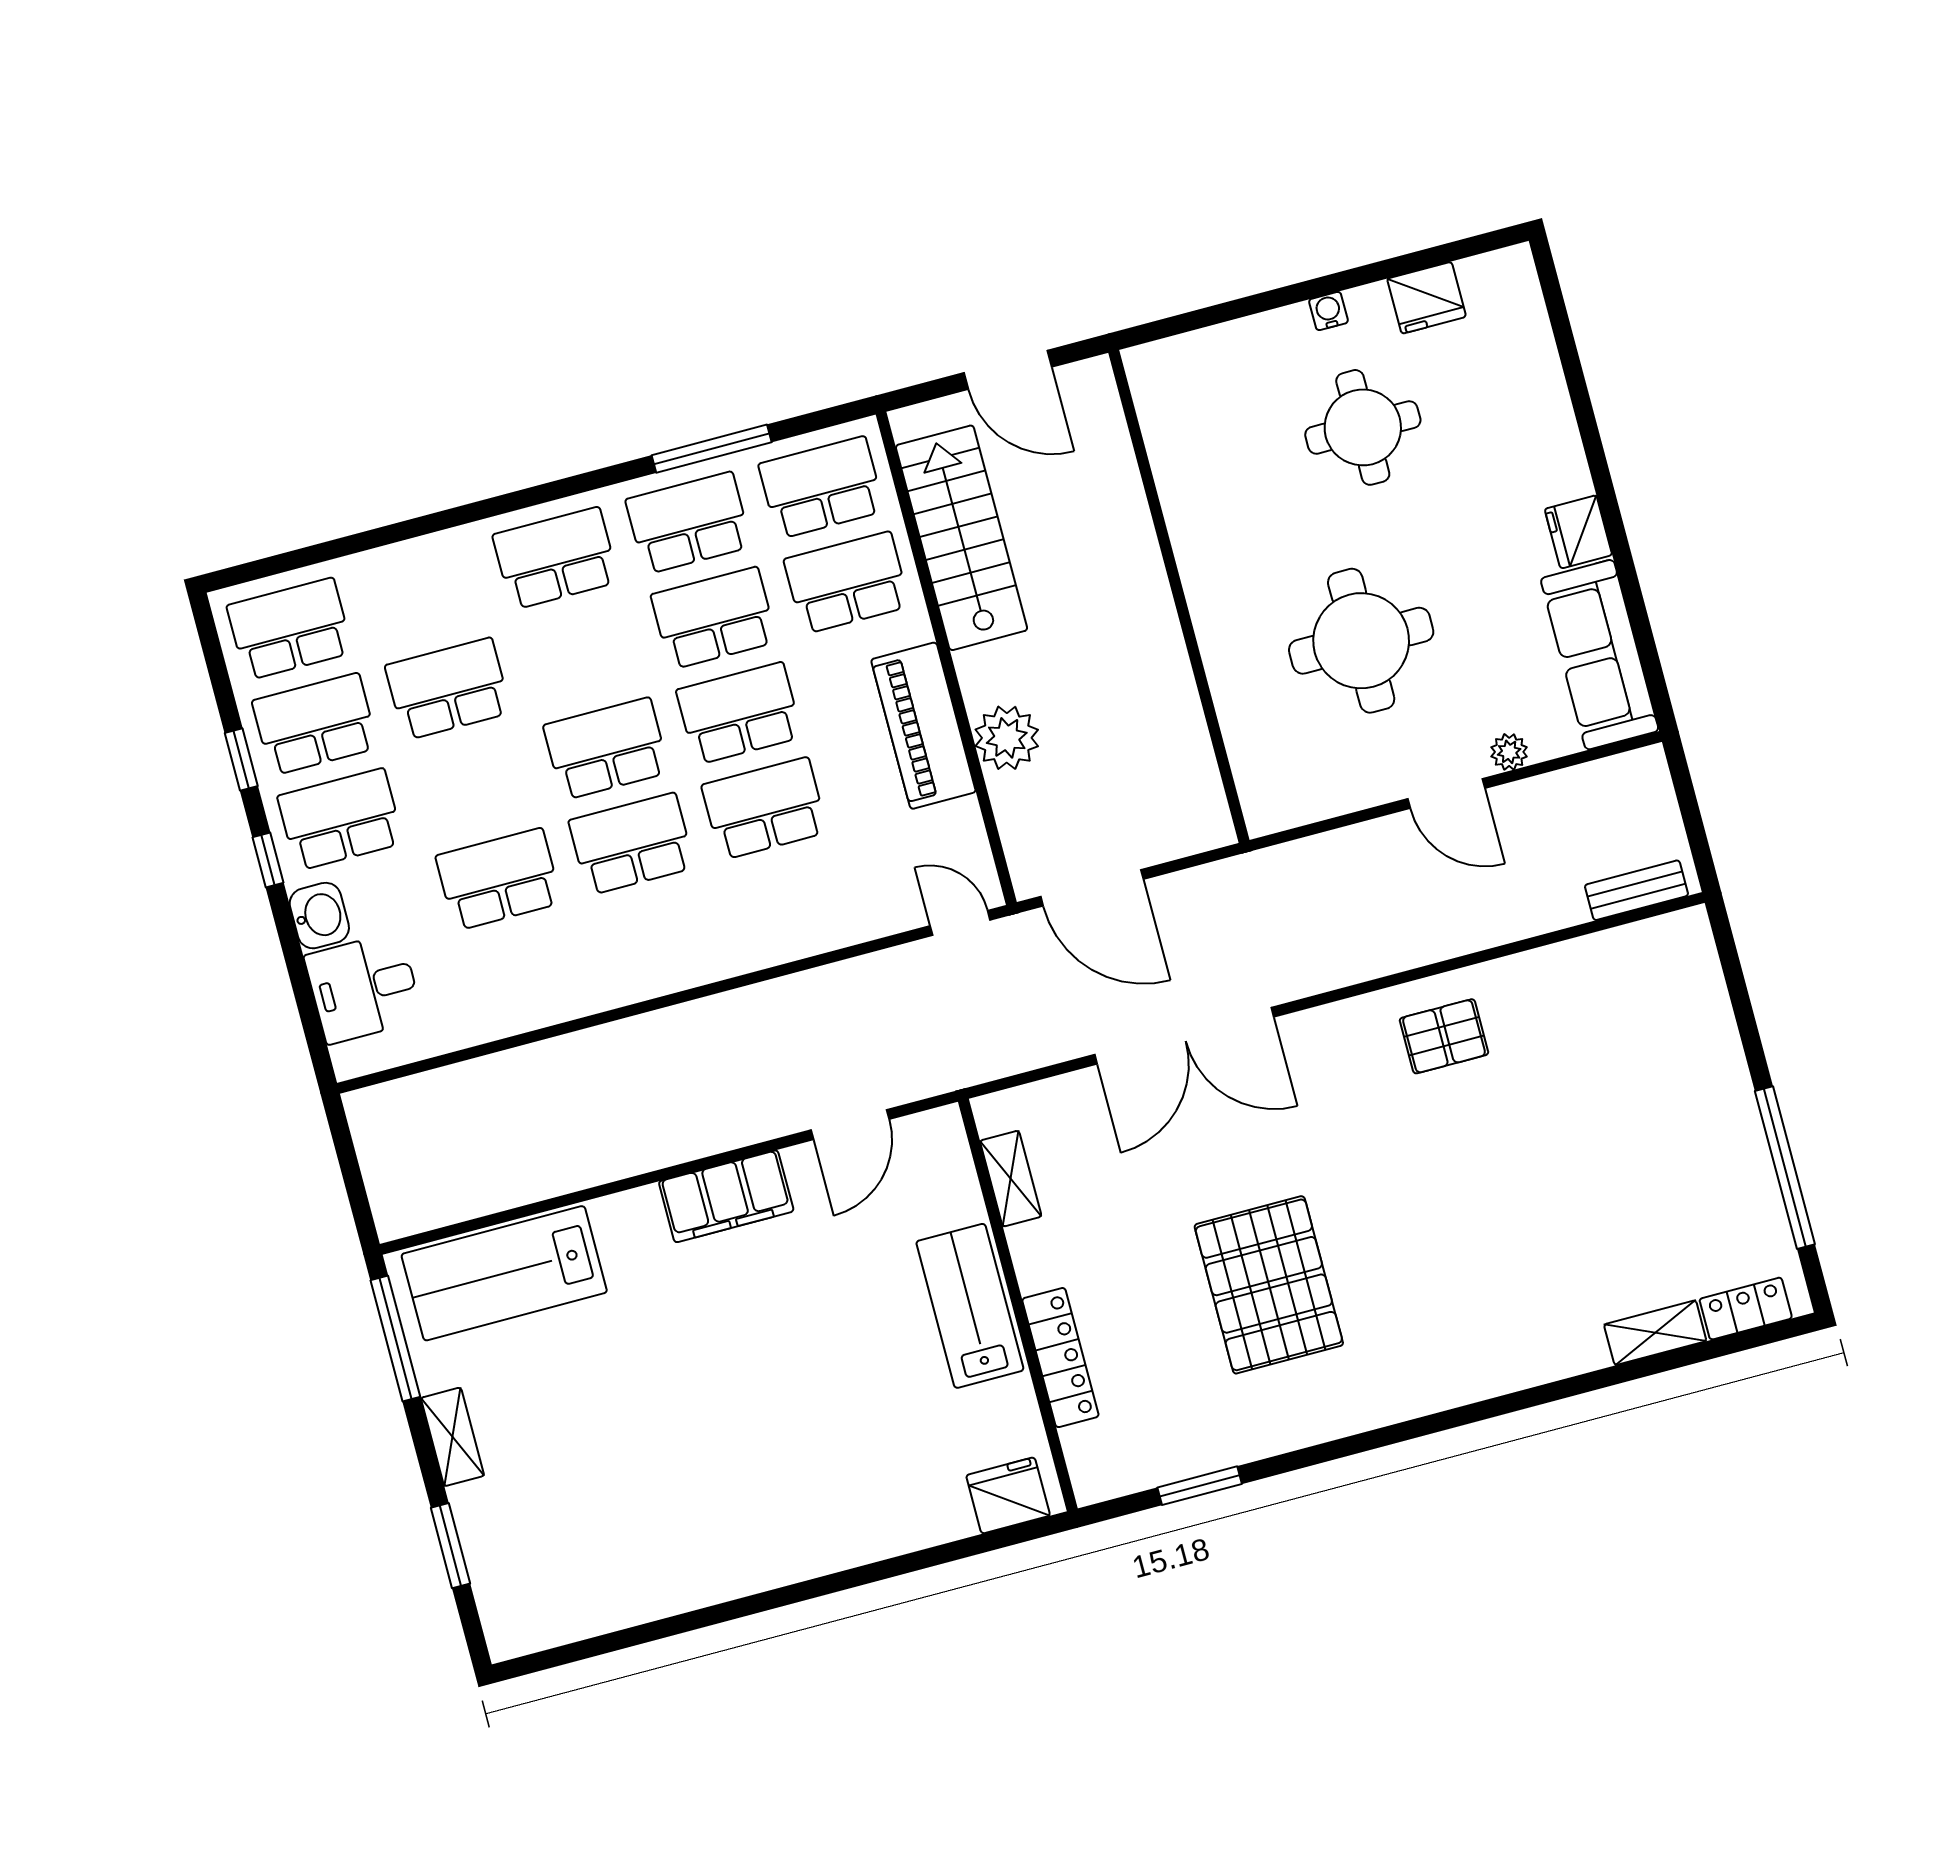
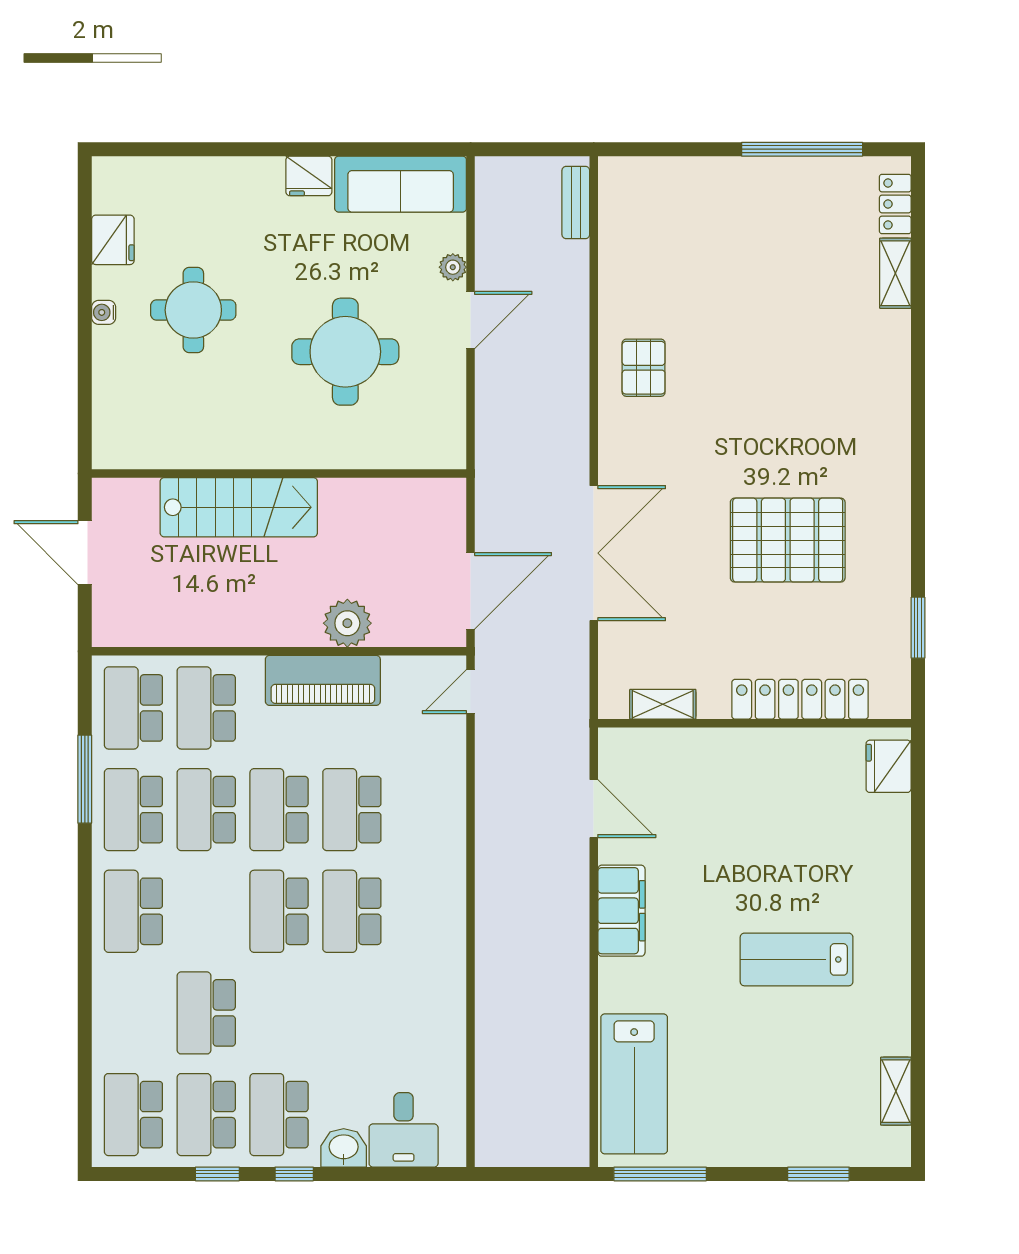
door: (1008, 370) -> (85, 553), swing flipped
stairs: (961, 538) -> (239, 507), moved, turned 180
school desk: (499, 879) -> (352, 1013), removed
lab bench: (970, 1306) -> (797, 959), moved
locker: (1060, 1358) -> (800, 699), width x1.41, depth x1.21
shelving: (453, 1437) -> (896, 1091), moved, turned 90

